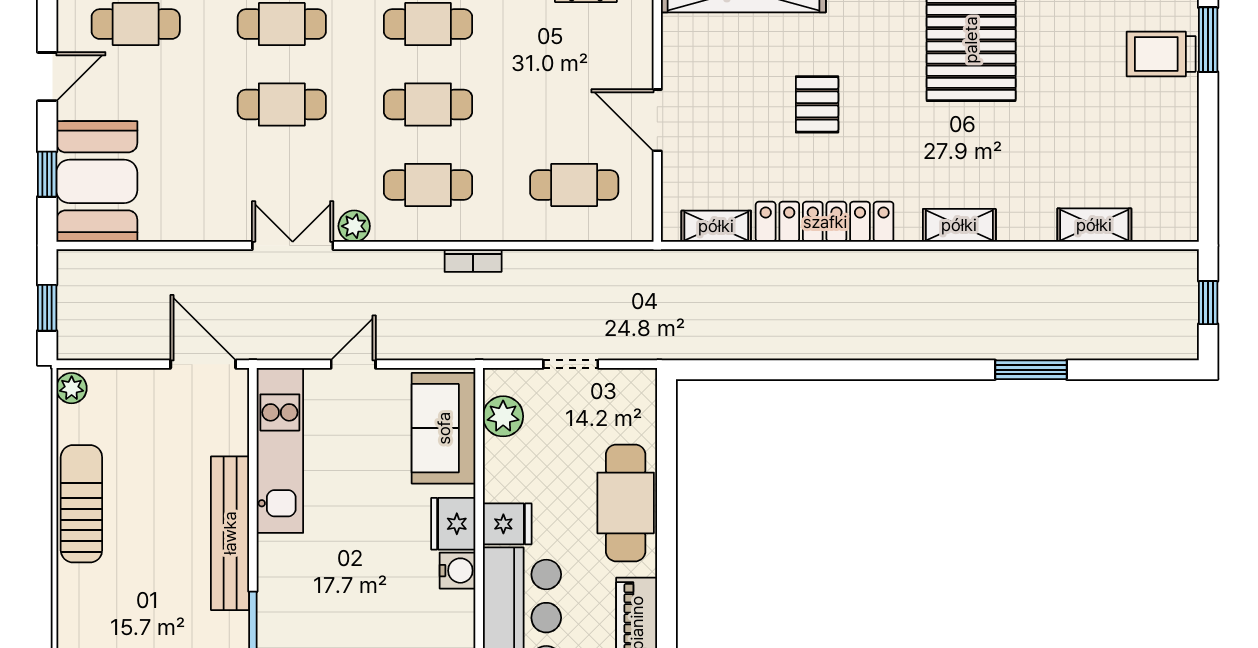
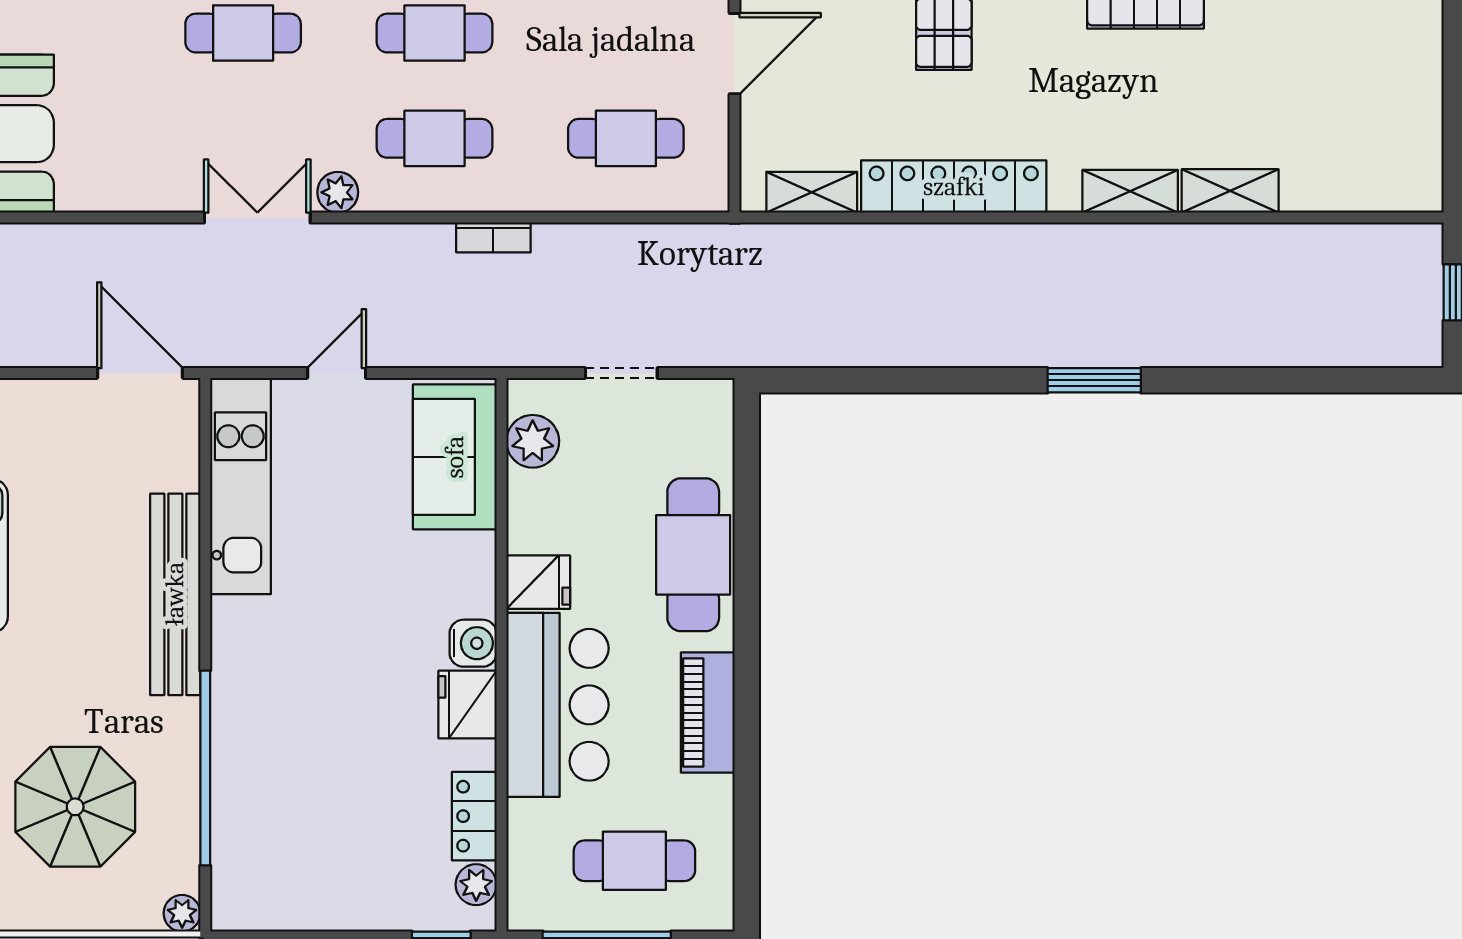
door: (657, 120) -> (735, 54), swing flipped
shelving: (1094, 225) -> (1230, 191), moved
window: (1031, 370) -> (1094, 380), moved
fridge: (453, 524) -> (467, 704), moved

